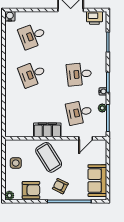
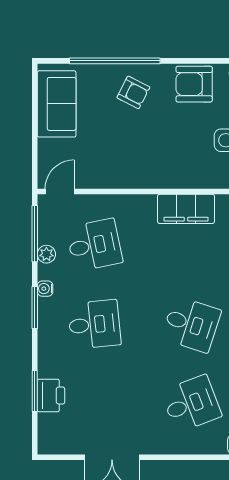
printer: (94, 18) -> (51, 396), moved, turned 90
desk: (32, 74) -> (191, 324), turned 39
filing cabinet: (47, 130) -> (186, 209), moved
door: (86, 138) -> (60, 191), moved
coffee table: (49, 157) -> (157, 152), removed

